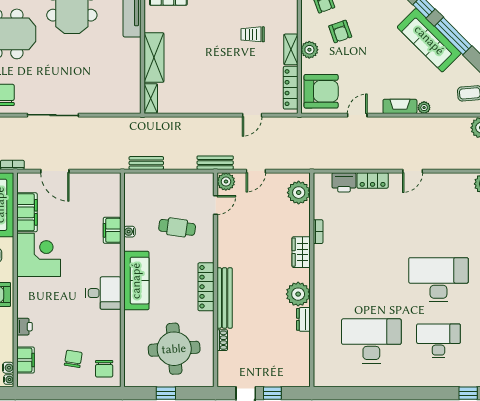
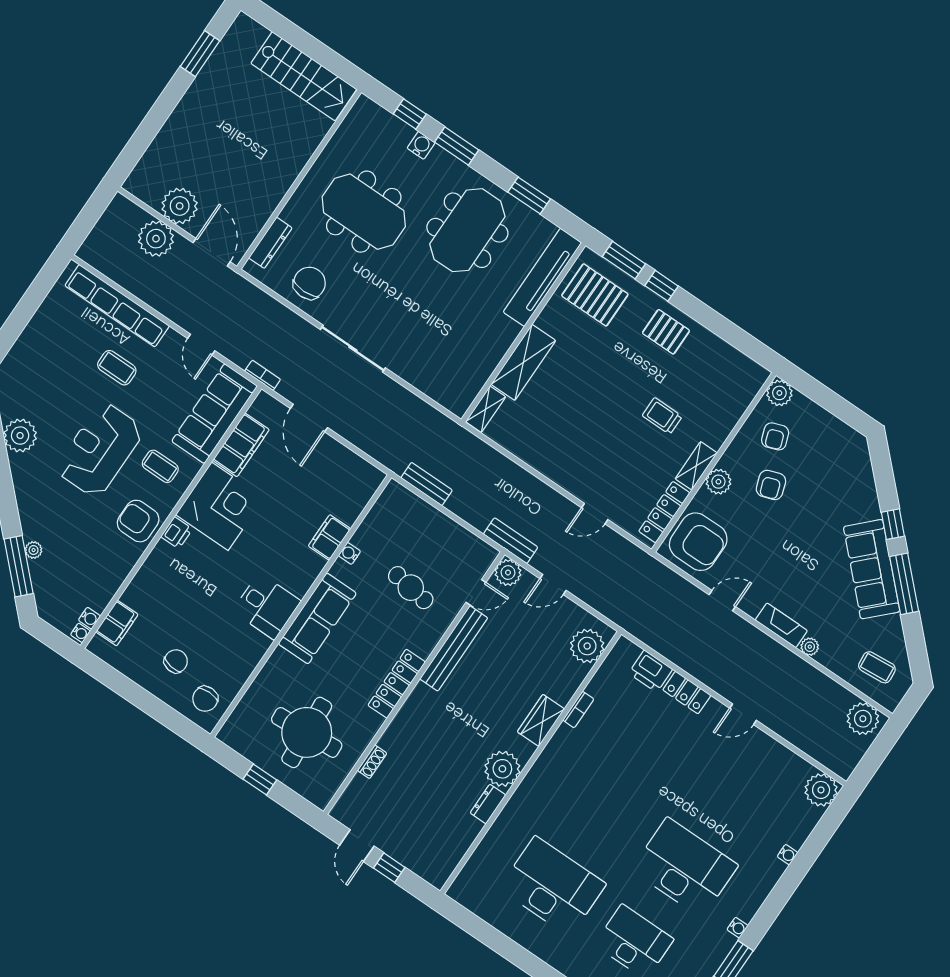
bench: (225, 298) -> (454, 648), moved
printer: (24, 327) -> (177, 533), moved

